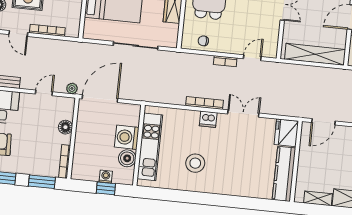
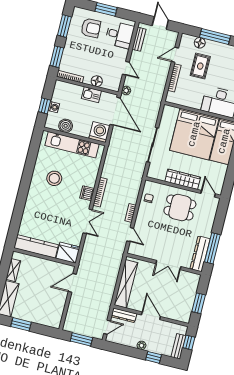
door: (323, 122) -> (72, 283), hinge flipped
kitchen sink: (83, 131) -> (91, 95), added
washing machine: (127, 137) -> (99, 132), moved

